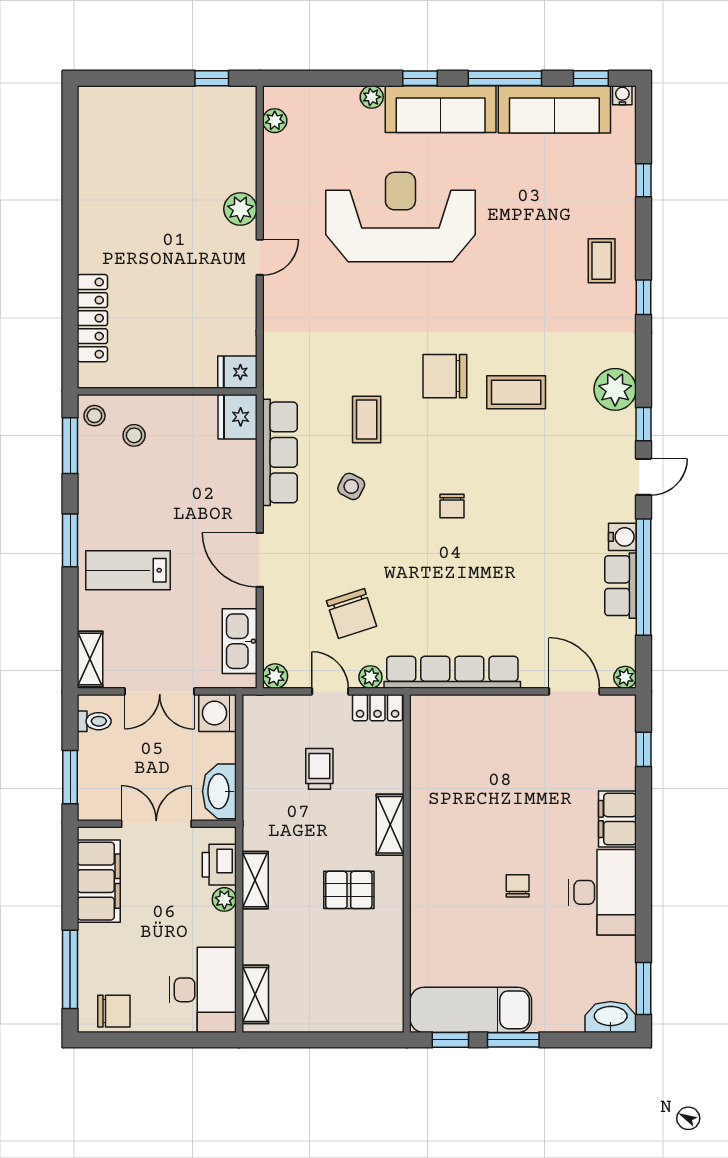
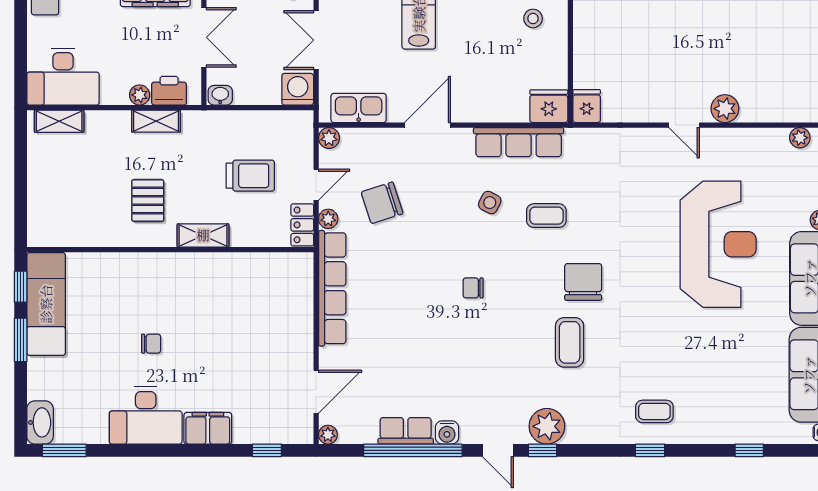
coffee table: (602, 261) -> (654, 411), moved
plant: (615, 389) -> (547, 426), moved
trolley: (319, 769) -> (250, 176), width x1.36, depth x1.39
washbasin: (219, 791) -> (220, 95), width x0.52, depth x0.69

